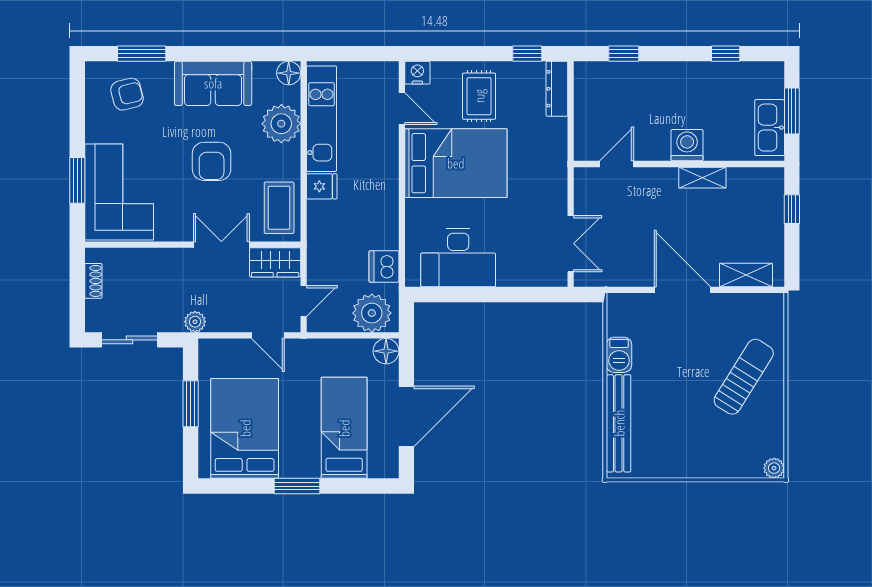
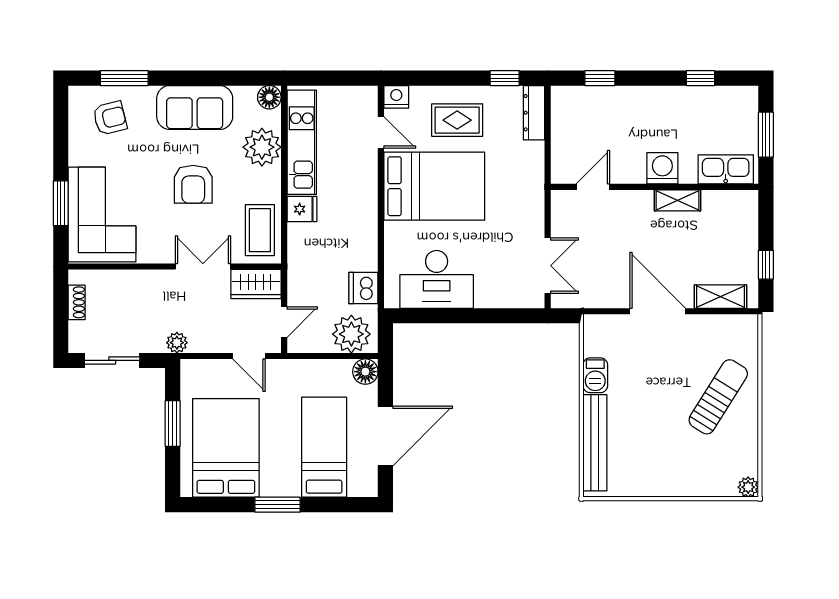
rug: (479, 96) -> (457, 120), turned 90
kitchen sink: (770, 128) -> (726, 169), moved, turned 90
window: (792, 209) -> (766, 265), moved

